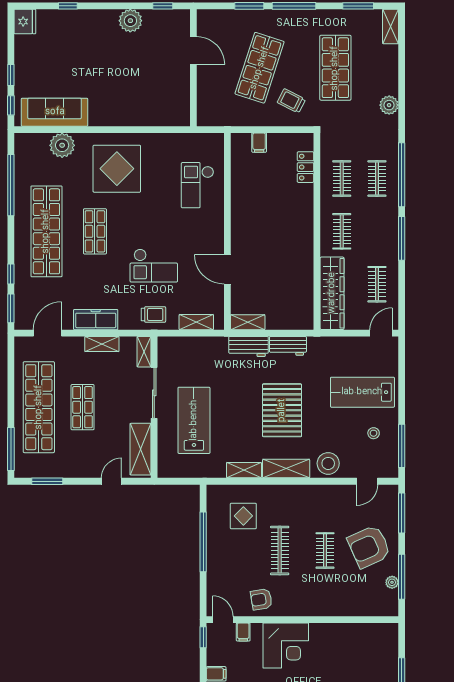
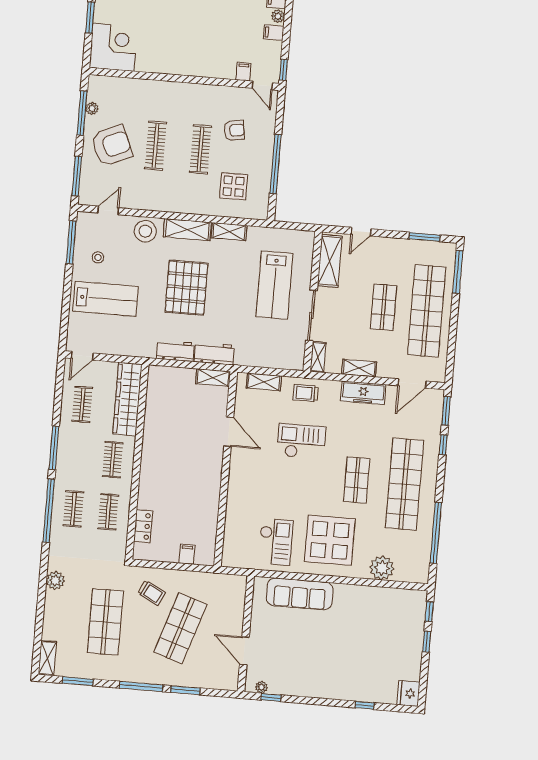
plant: (130, 21) -> (261, 687), moved, width x0.53, depth x0.53
sofa: (55, 112) -> (300, 594), moved
checkout: (197, 185) -> (276, 542), moved
clothes rail: (325, 550) -> (156, 145), width x1.36
armchair: (261, 599) -> (234, 130), moved
corner desk: (286, 646) -> (113, 47), moved, turned 90

